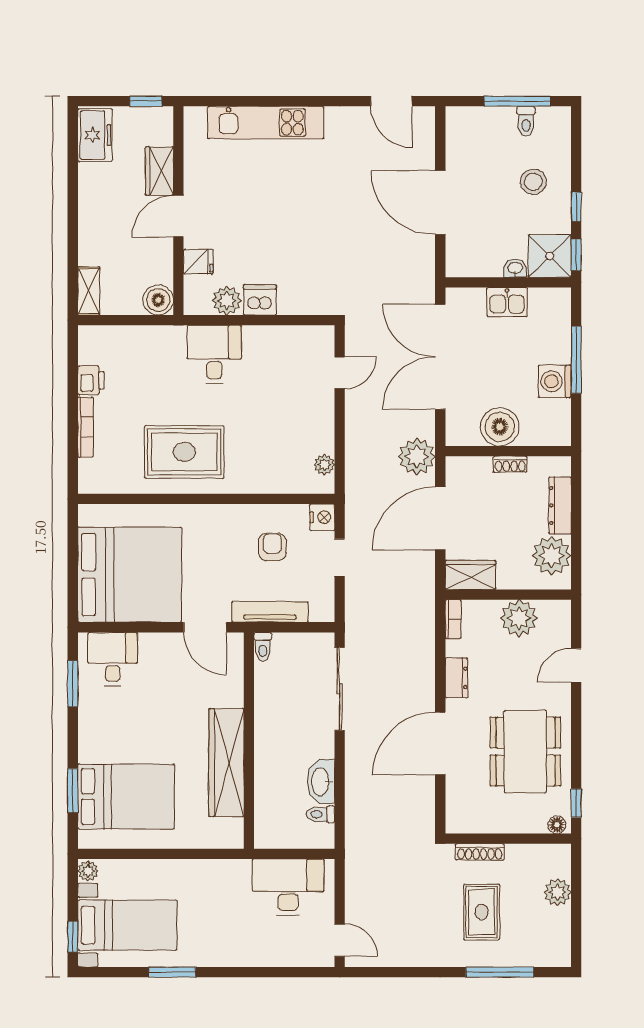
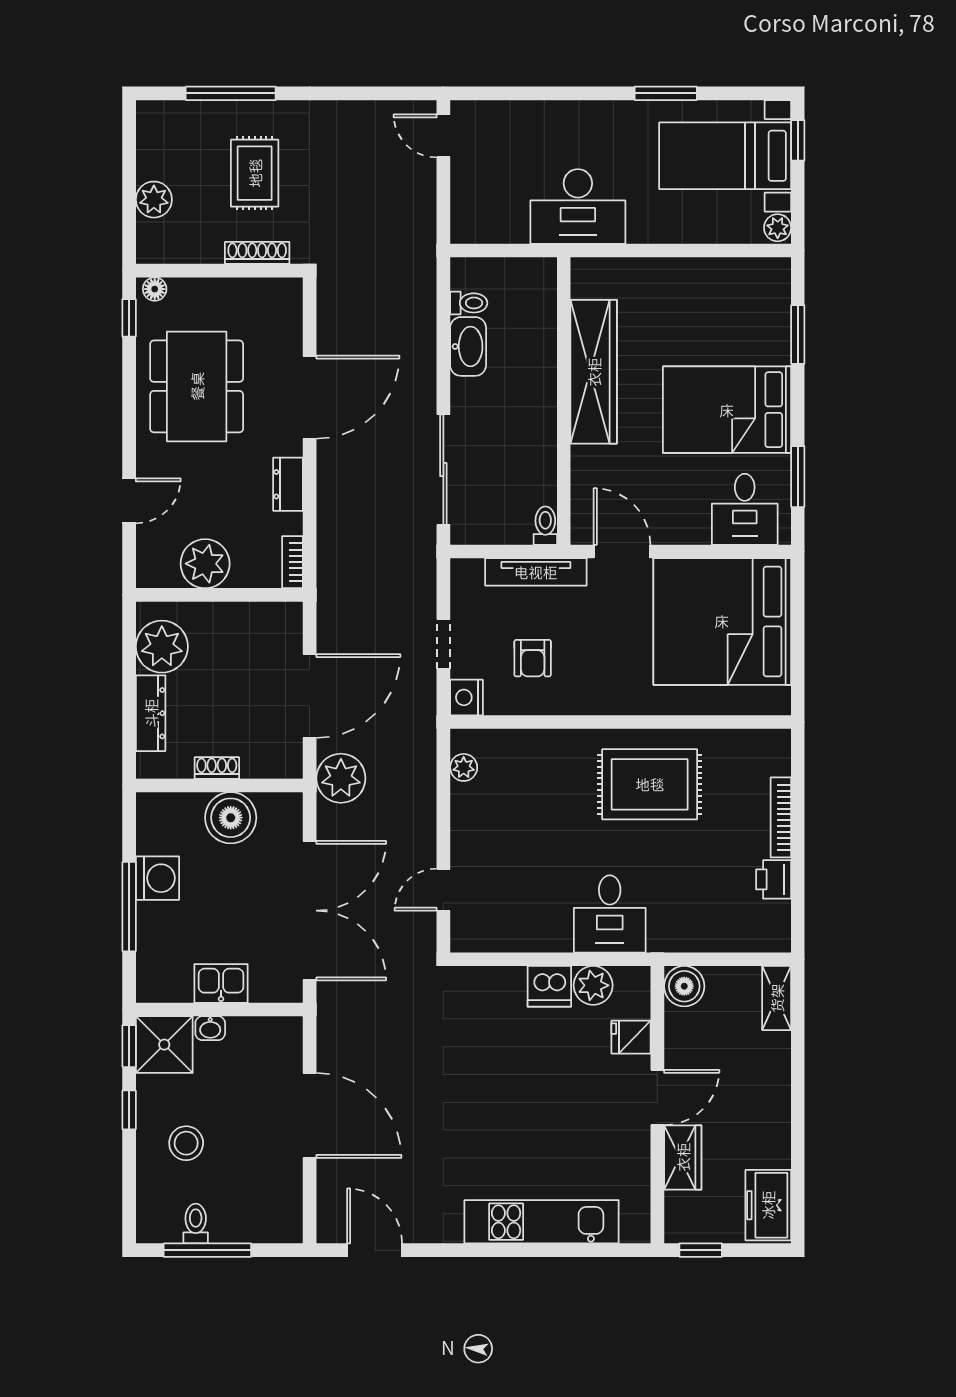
wardrobe: (471, 575) -> (269, 621), removed
bed: (126, 797) -> (727, 410), moved
desk: (288, 887) -> (578, 206), moved

